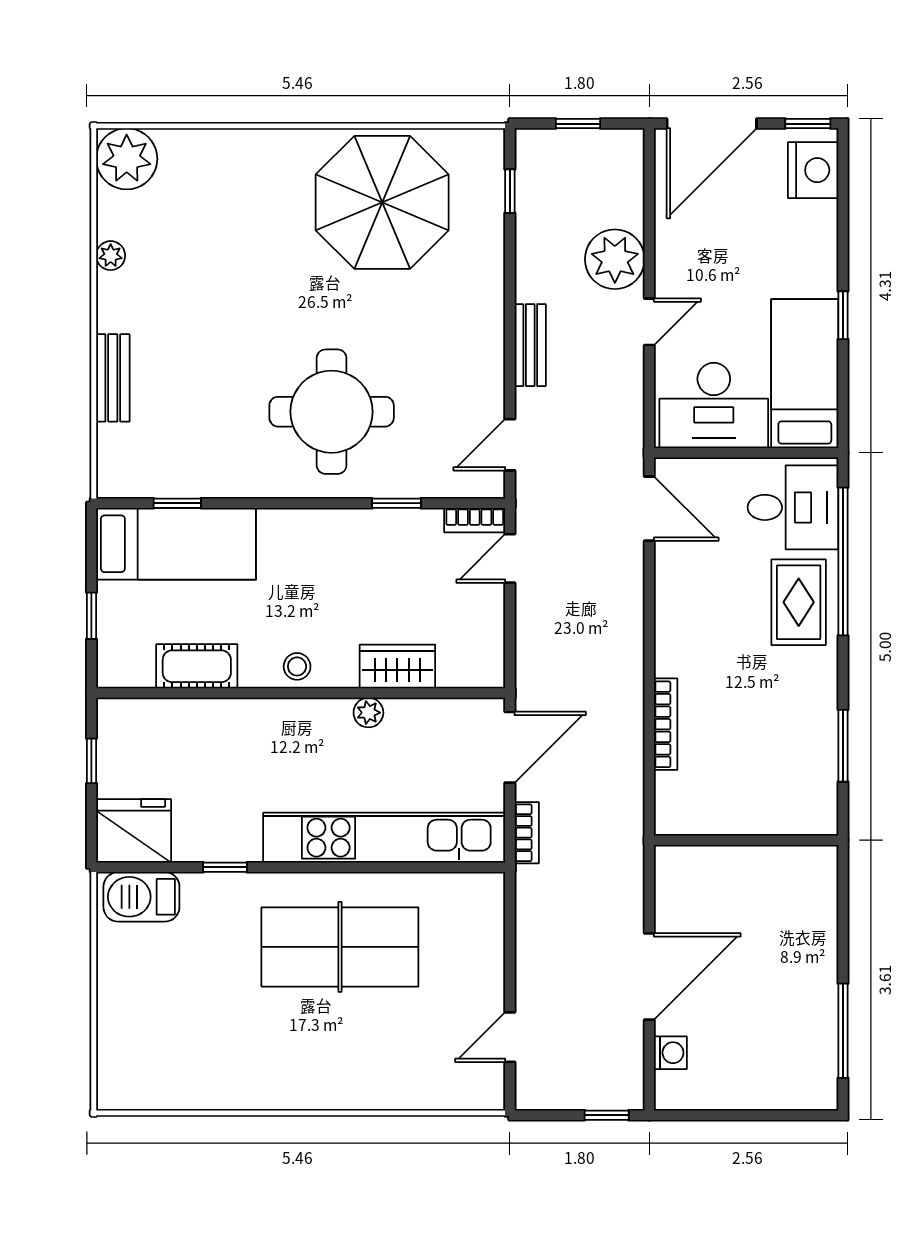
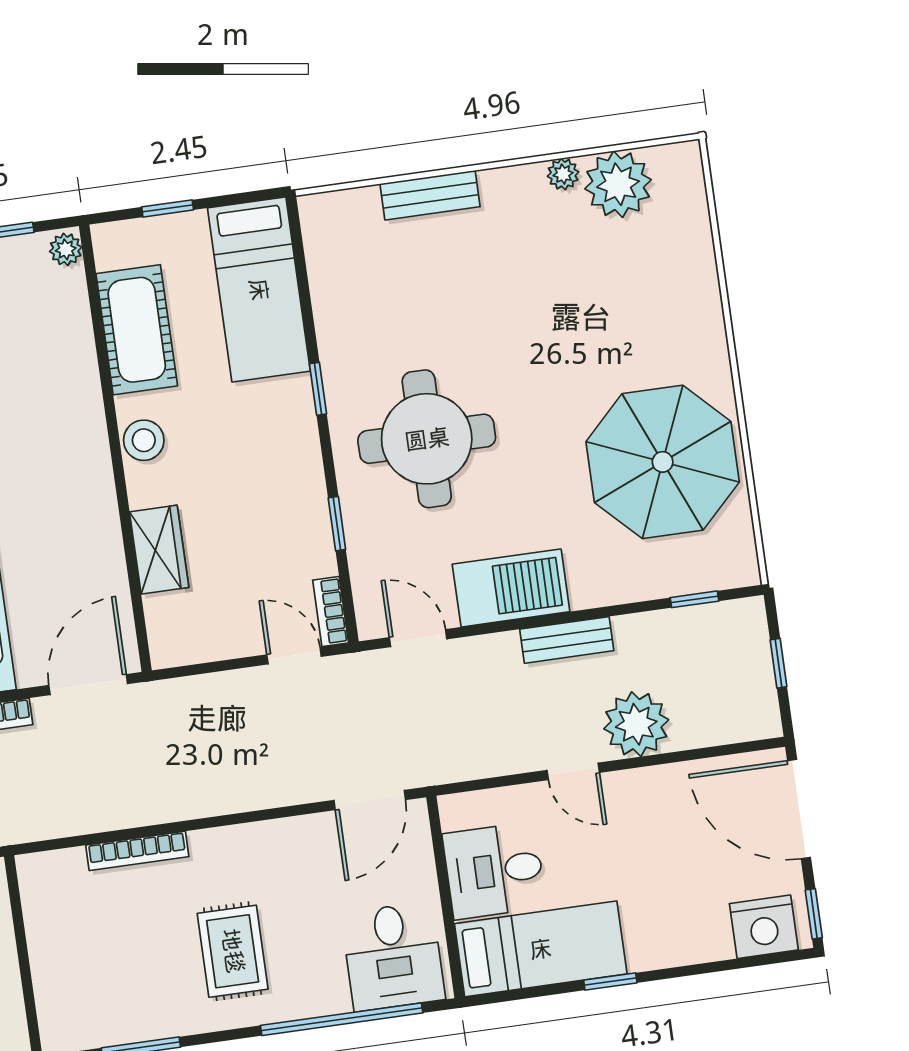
plant: (127, 159) -> (618, 184), moved
bench: (530, 345) -> (567, 640), moved
barbecue: (476, 355) -> (511, 588), added
desk: (714, 405) -> (494, 871), width x0.73
window: (177, 503) -> (318, 389), moved
rug: (799, 602) -> (233, 951), moved, turned 90
cot: (197, 666) -> (137, 330), width x1.37, depth x1.34
stool: (297, 666) -> (144, 440), width x1.37, depth x1.37
plant: (368, 713) -> (66, 249), moved
door: (510, 747) -> (88, 685), swing flipped

